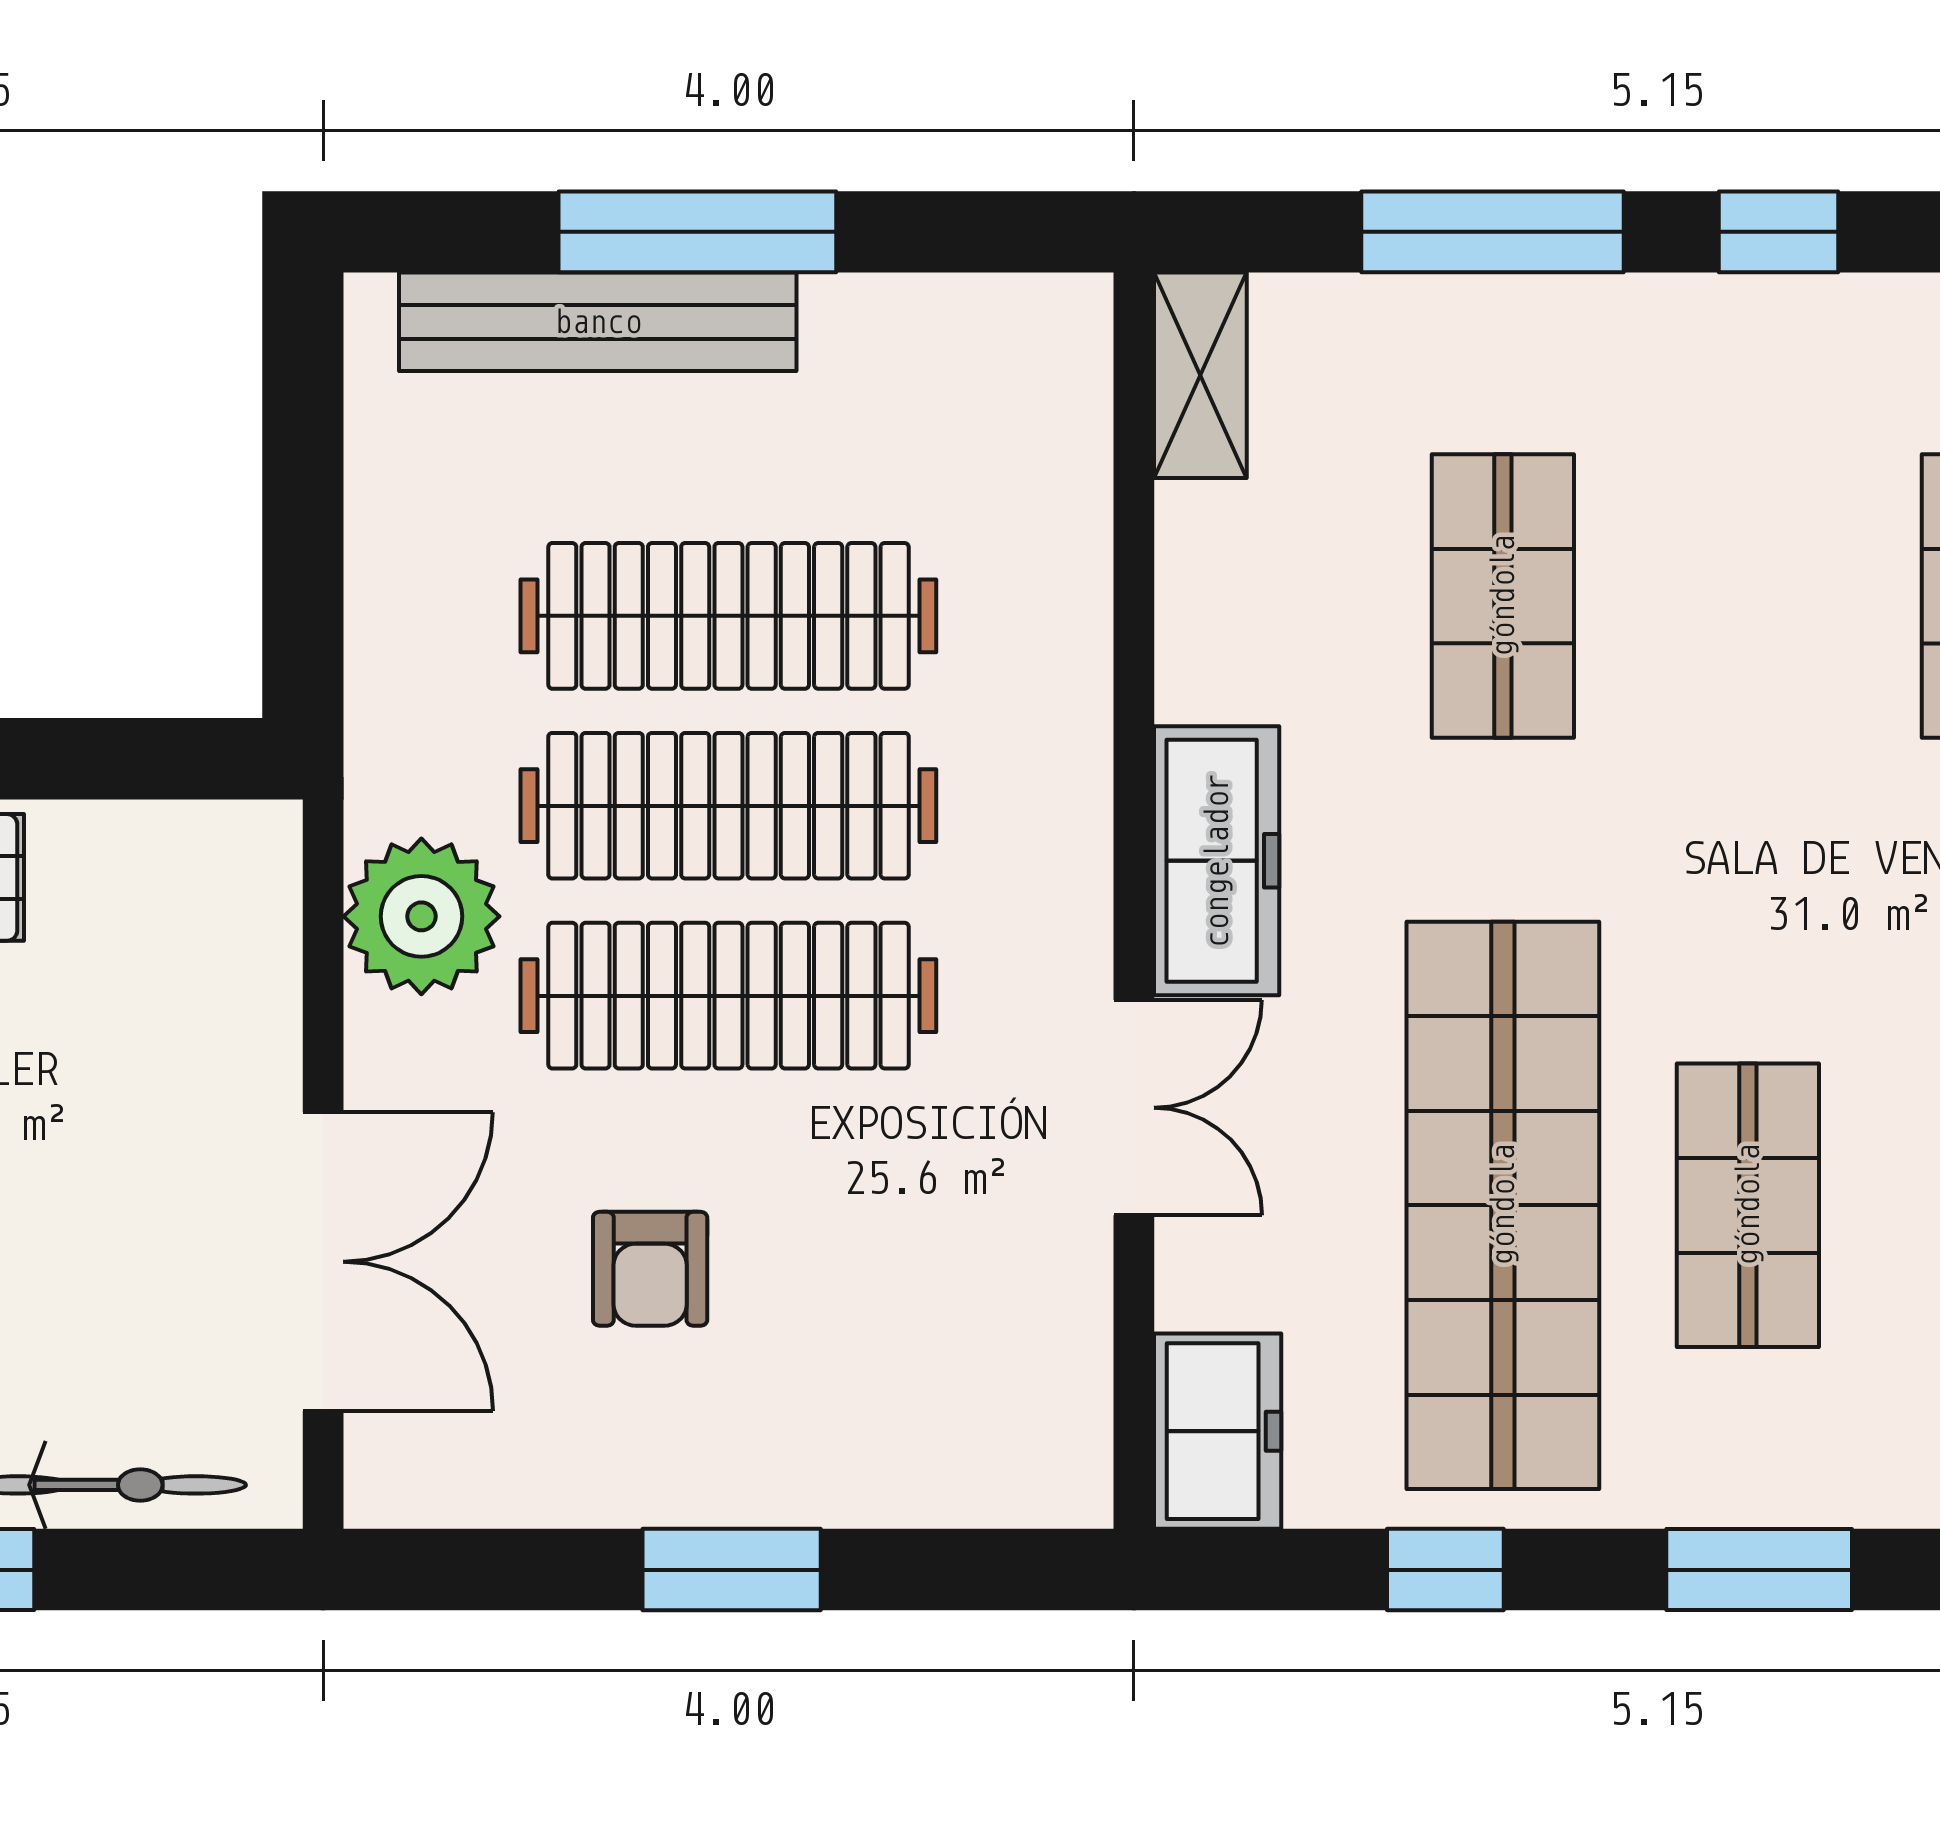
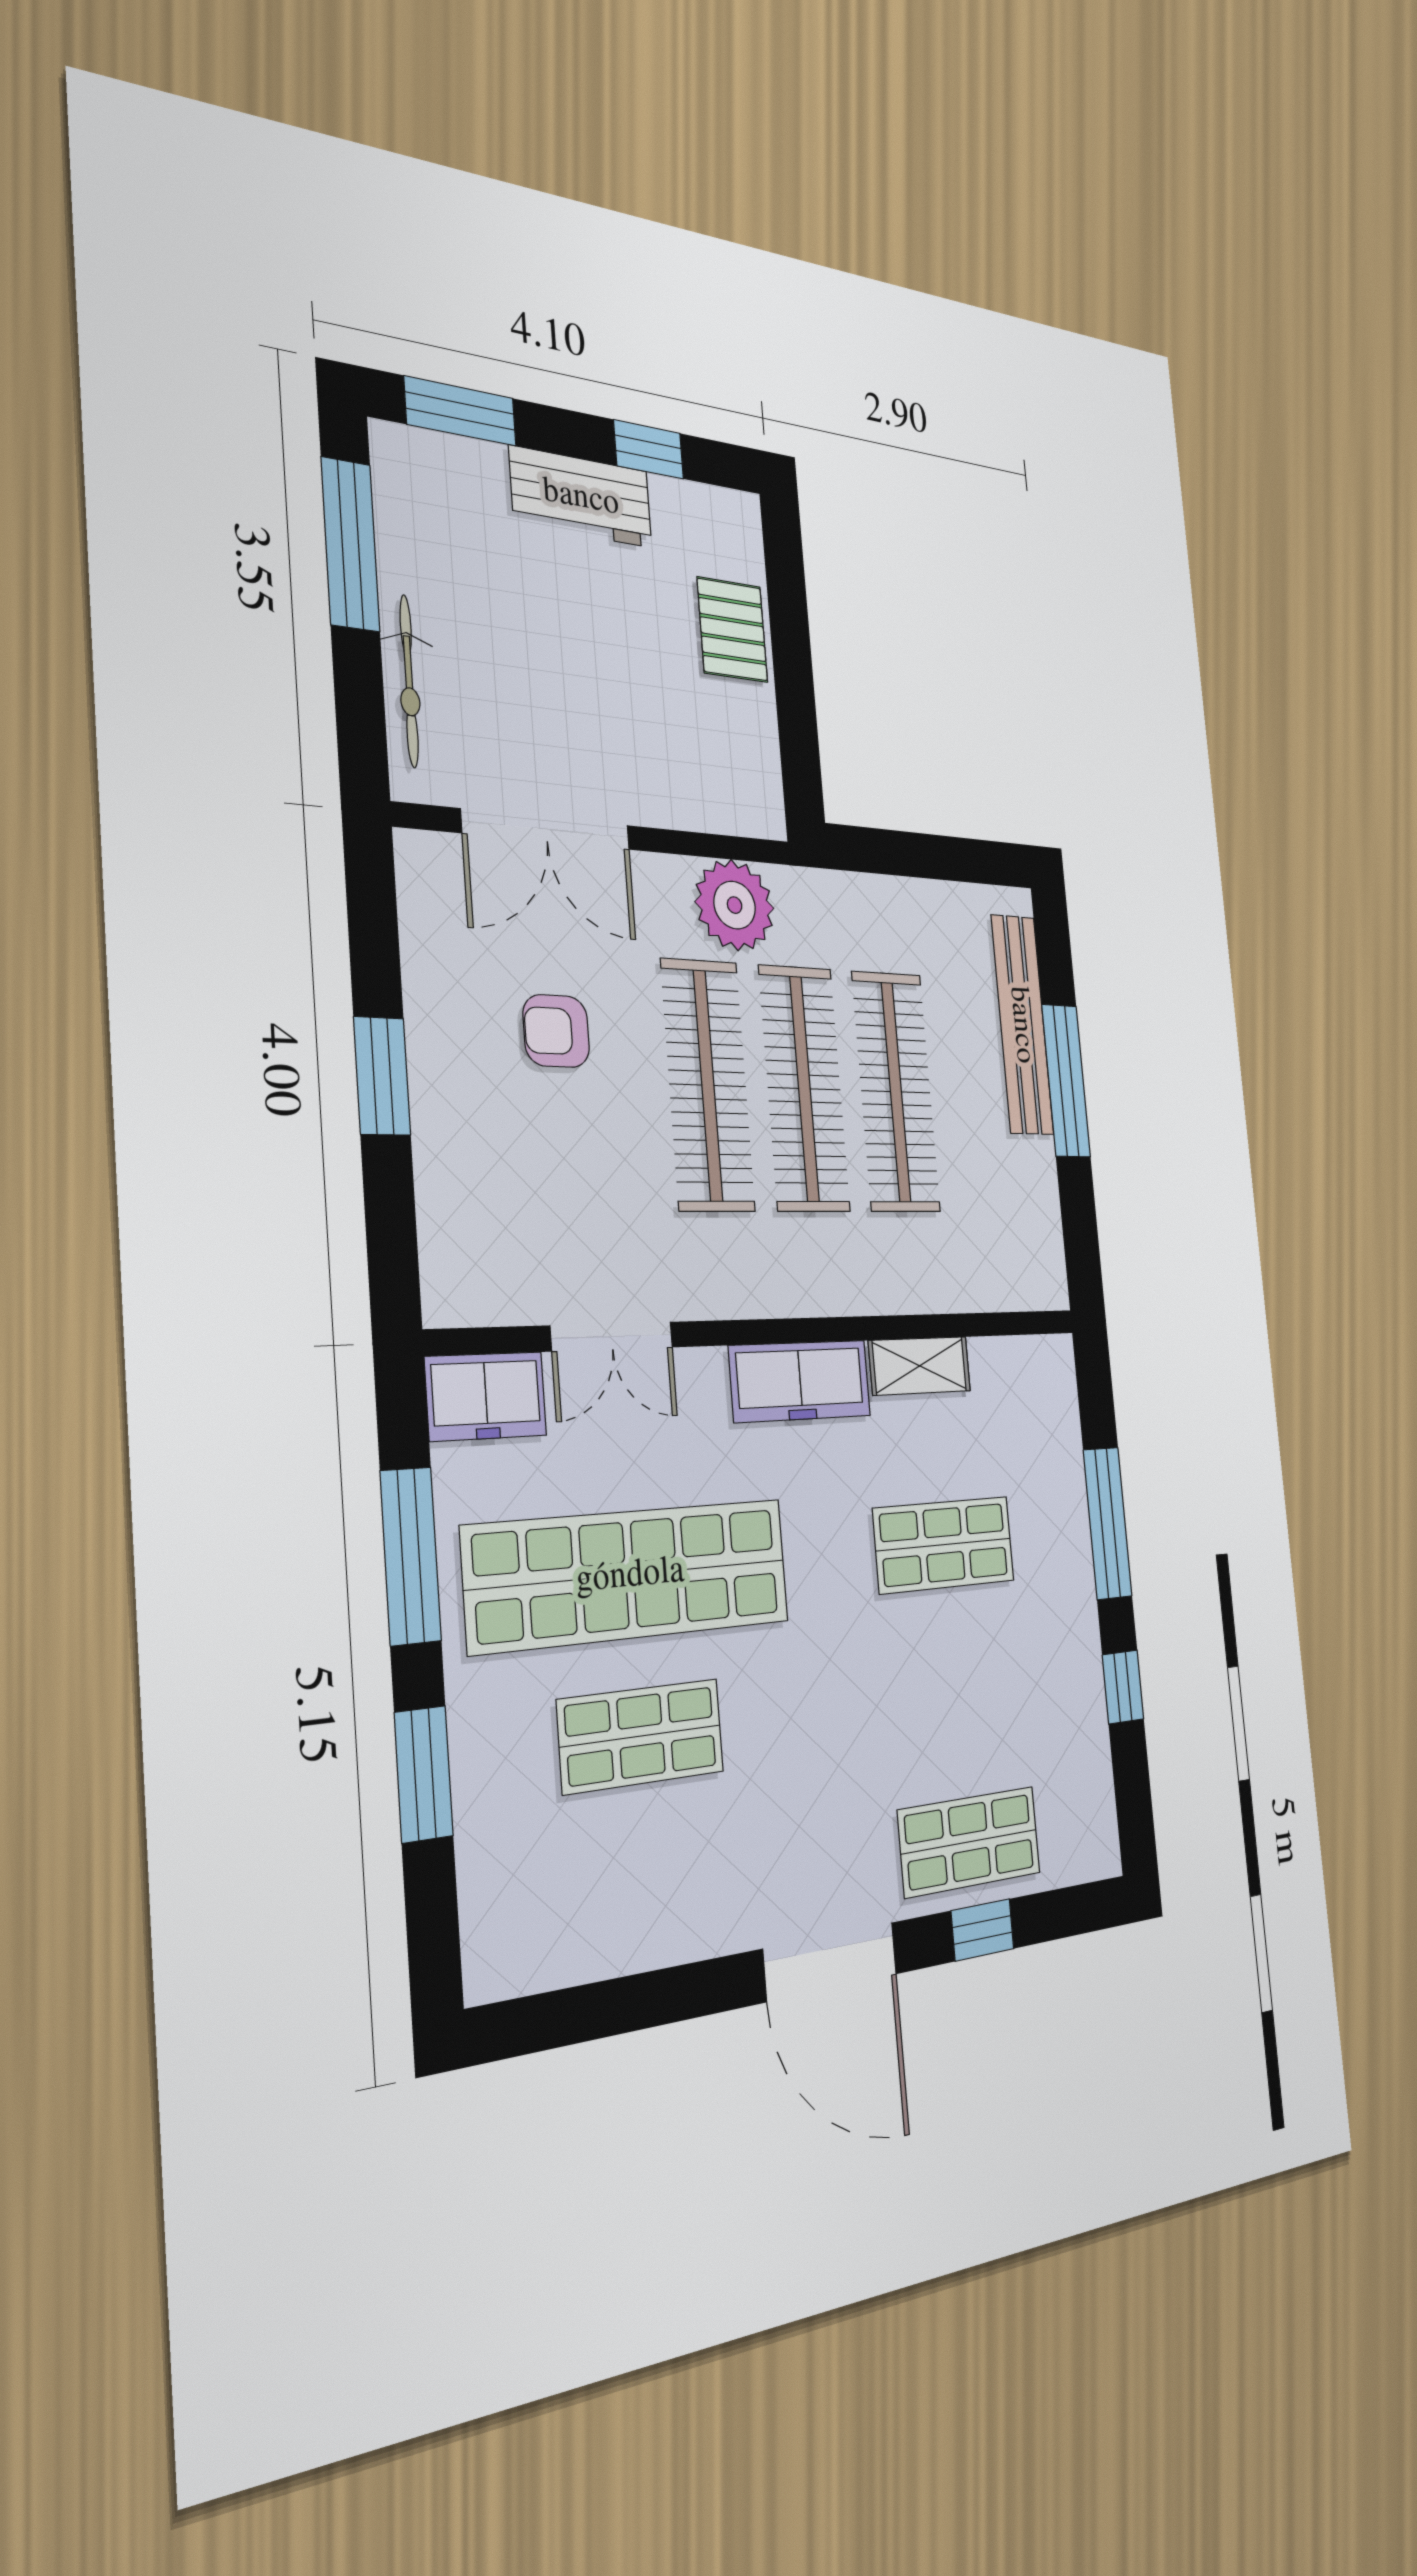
shelving: (1200, 375) -> (920, 1366), moved
double door: (1134, 1108) -> (612, 1337), moved
window: (1445, 1570) -> (411, 1556), width x2.17

